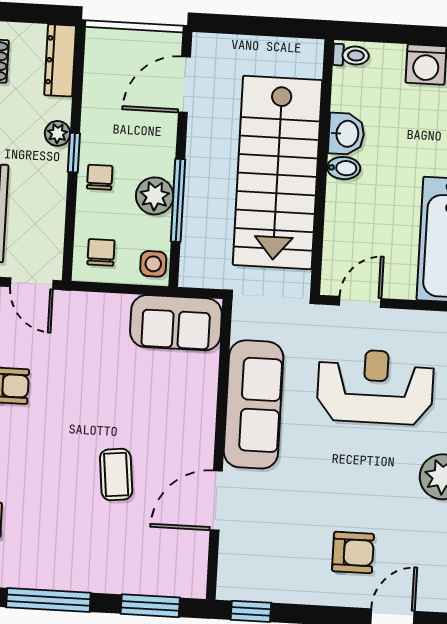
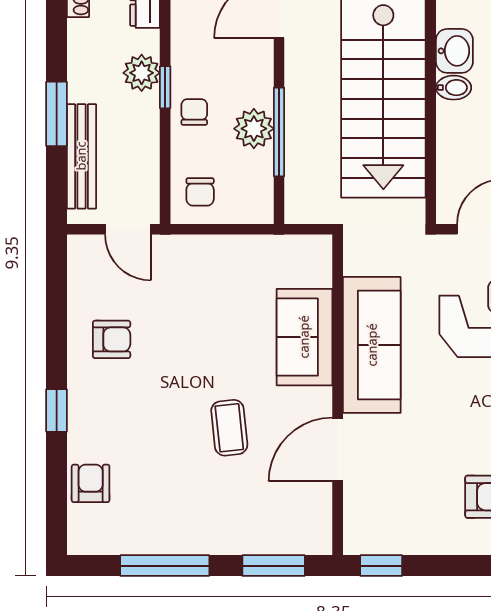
plant: (57, 133) -> (142, 73), width x1.38, depth x1.38
chair: (101, 252) -> (200, 192), turned 180
side table: (153, 264) -> (256, 201), removed
sofa: (176, 323) -> (304, 337), moved, turned 90

